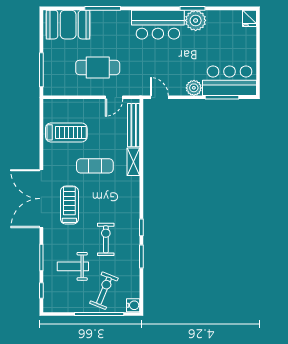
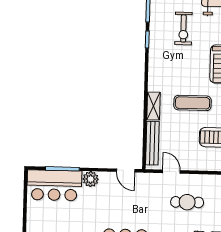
cafe table: (98, 67) -> (187, 202), width x0.73, depth x0.74
door: (114, 97) -> (171, 172), hinge flipped

